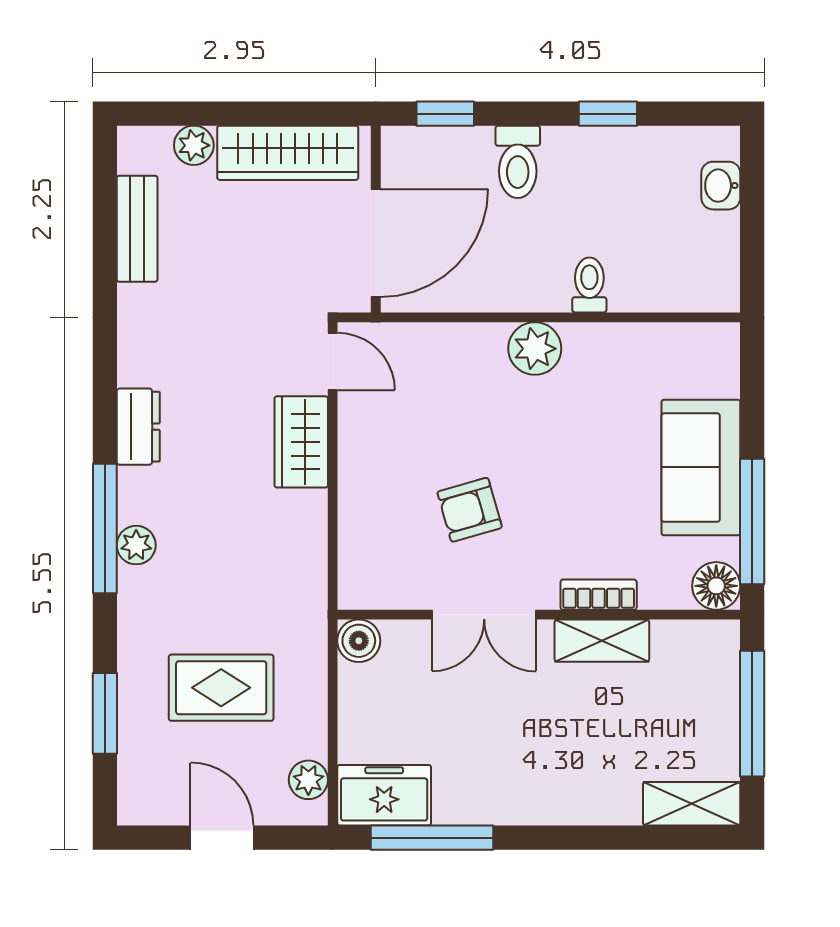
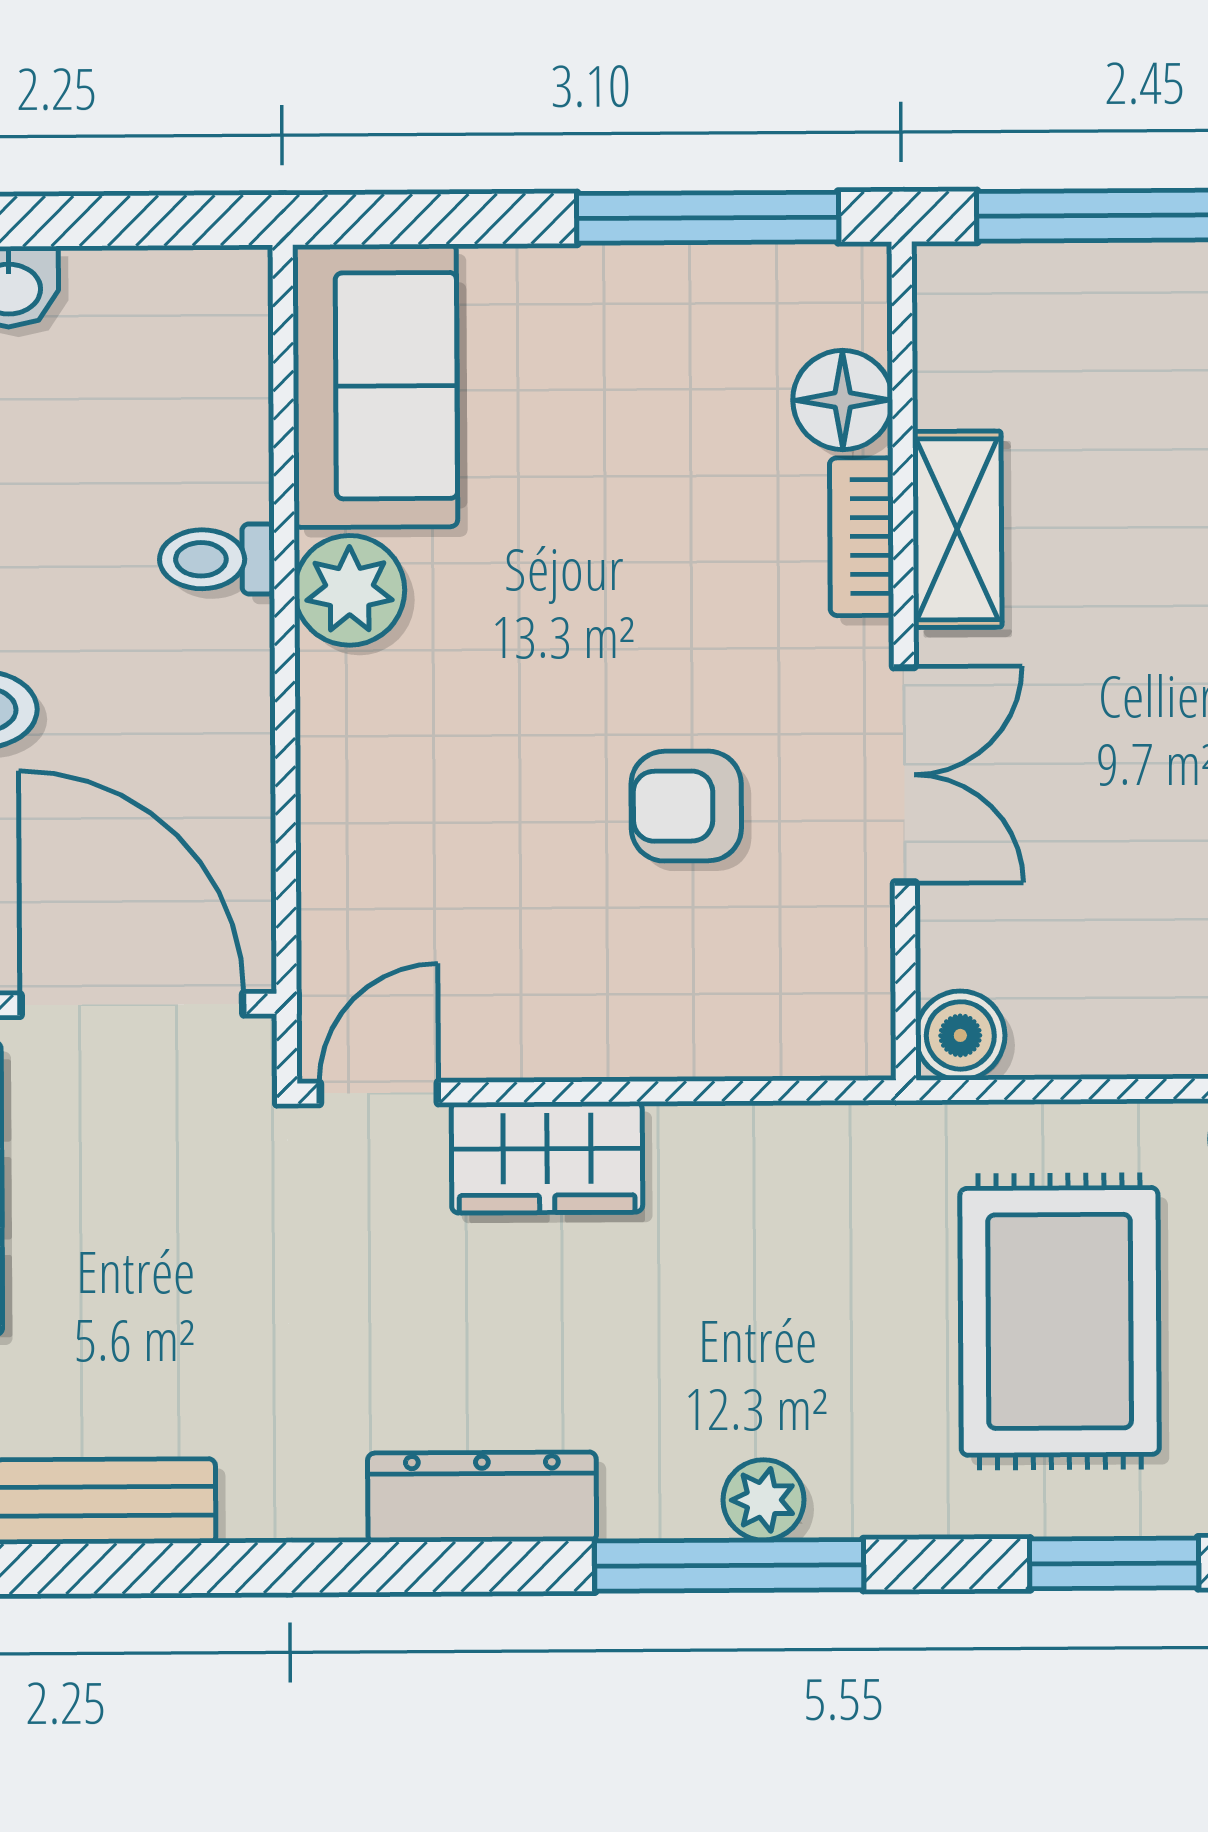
plant: (535, 349) -> (349, 590), moved
dresser: (138, 427) -> (482, 1497), width x1.44
sofa: (701, 467) -> (375, 386), moved, turned -90
armchair: (470, 510) -> (686, 806), turned 106
floor lamp: (716, 586) -> (843, 400), moved
rug: (221, 688) -> (1060, 1321), width x1.36, depth x1.43

